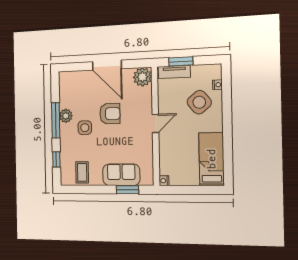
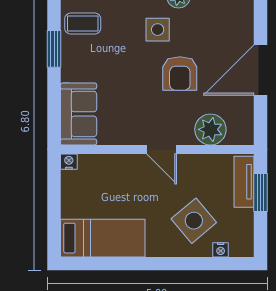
plant: (142, 77) -> (210, 129), moved
sofa: (121, 175) -> (79, 114), moved
window: (127, 190) -> (54, 49), moved

